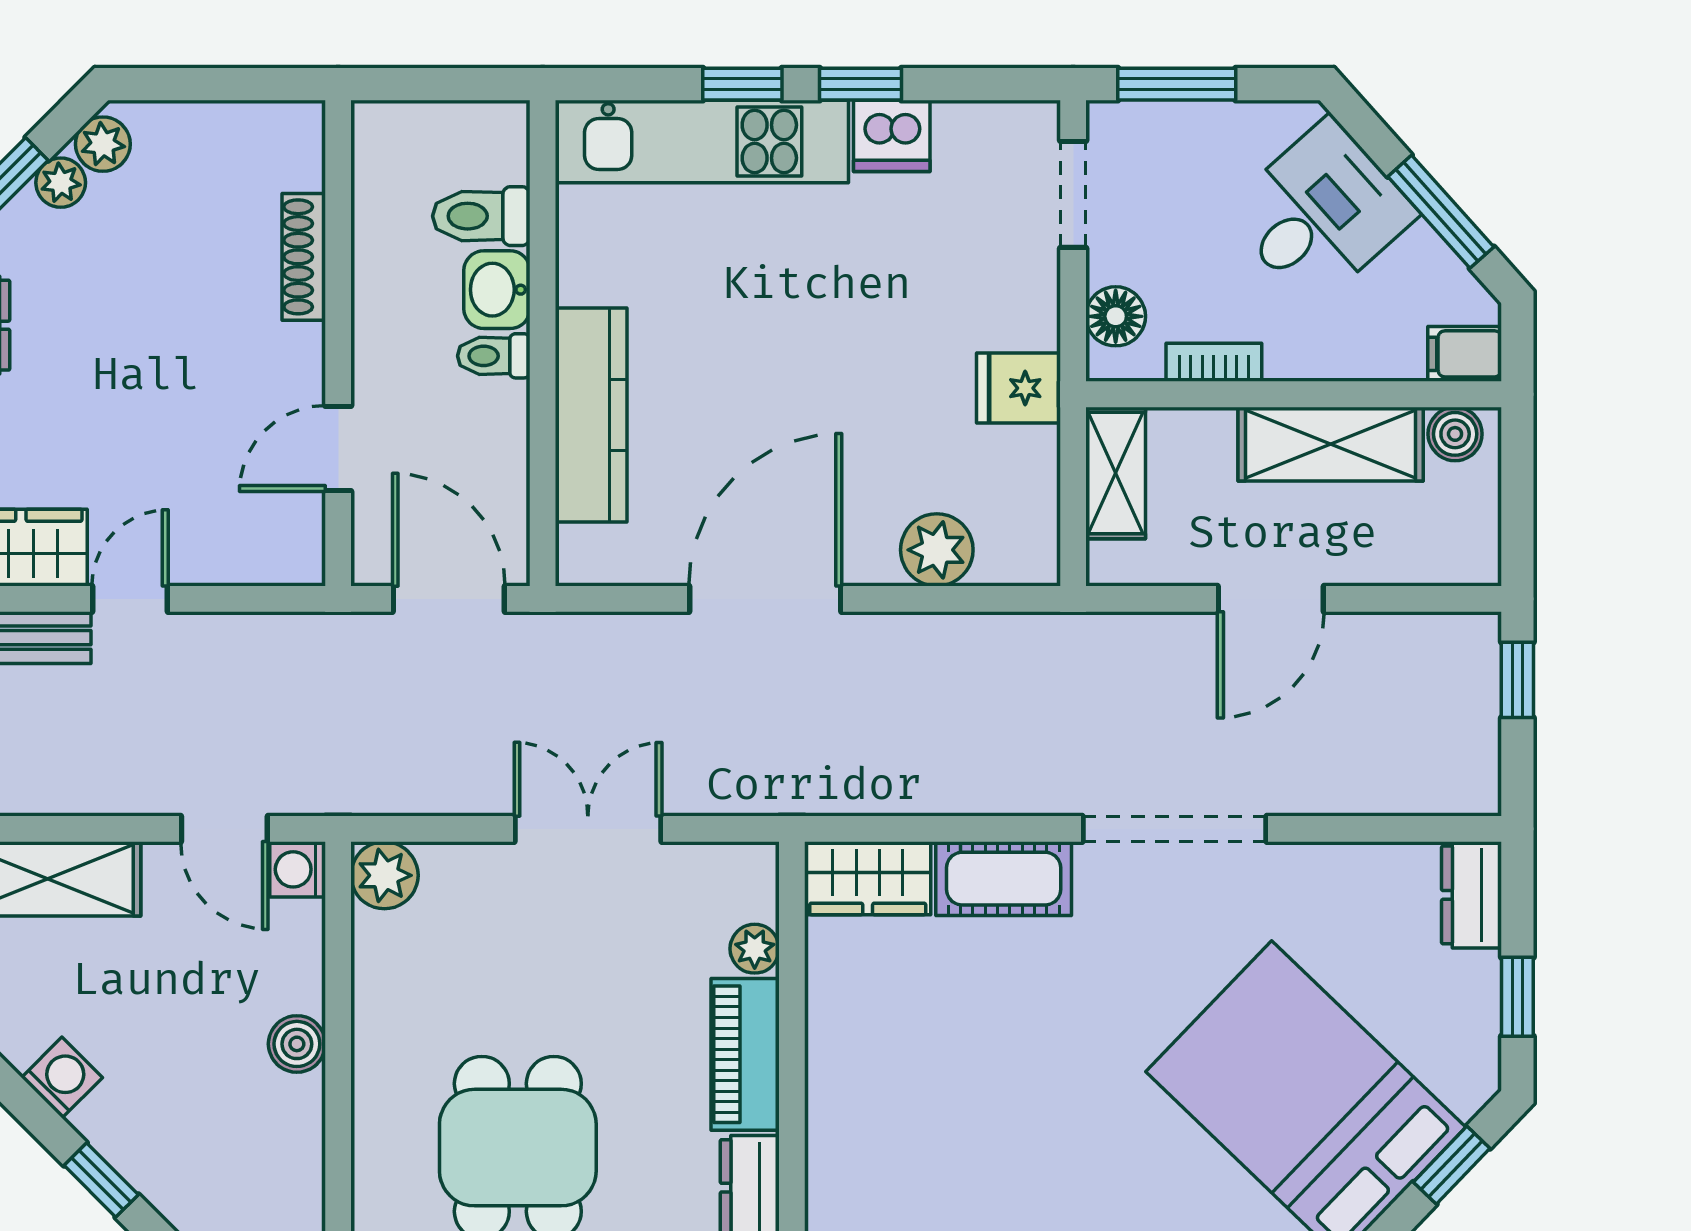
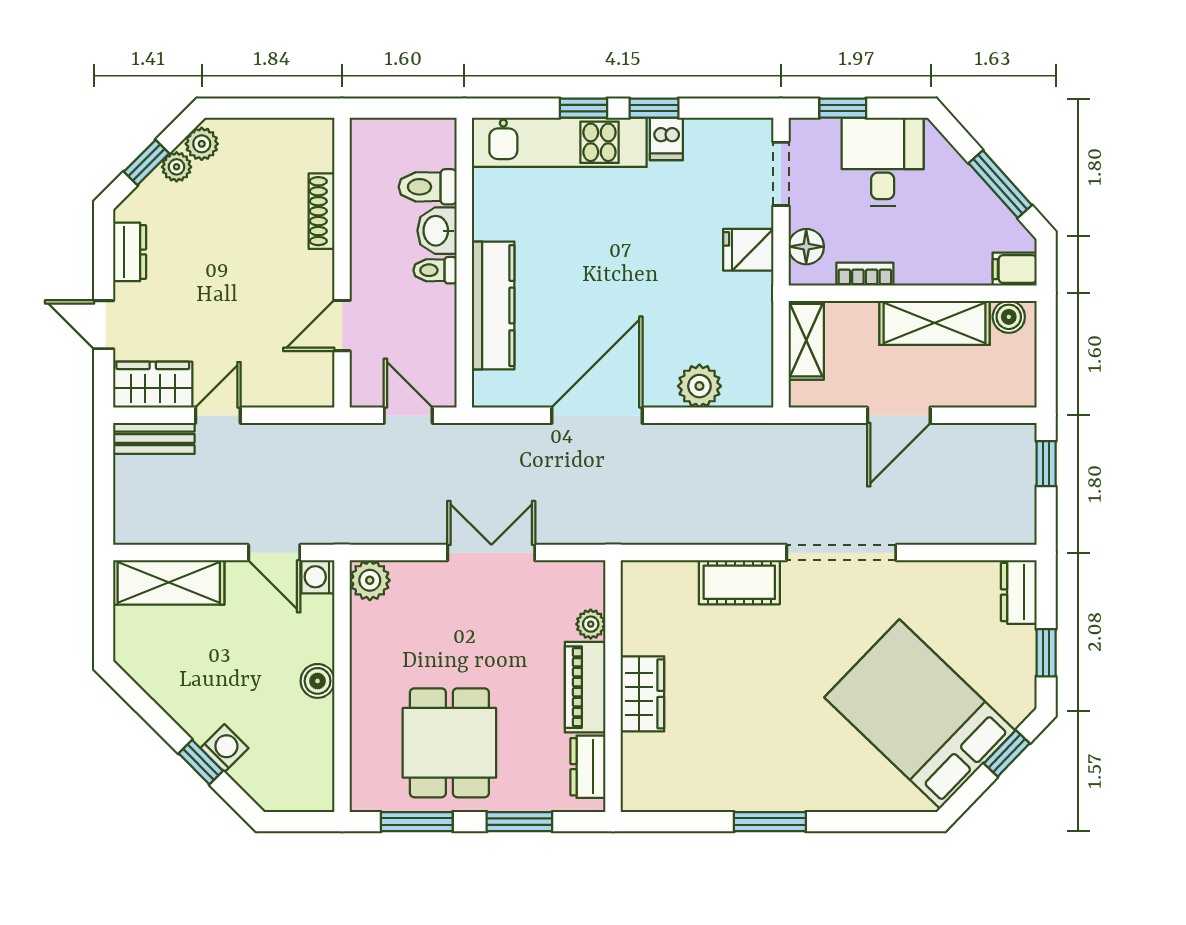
window: (1177, 84) -> (843, 108), width x0.67
dishwasher: (892, 136) -> (666, 139), width x0.73
desk: (1321, 213) -> (883, 162), moved, turned -48
fridge: (1018, 388) -> (748, 250), moved
door: (449, 599) -> (408, 415), width x0.73
wardrobe: (868, 878) -> (642, 694), moved, turned -90
washing machine: (62, 1078) -> (224, 748), moved

